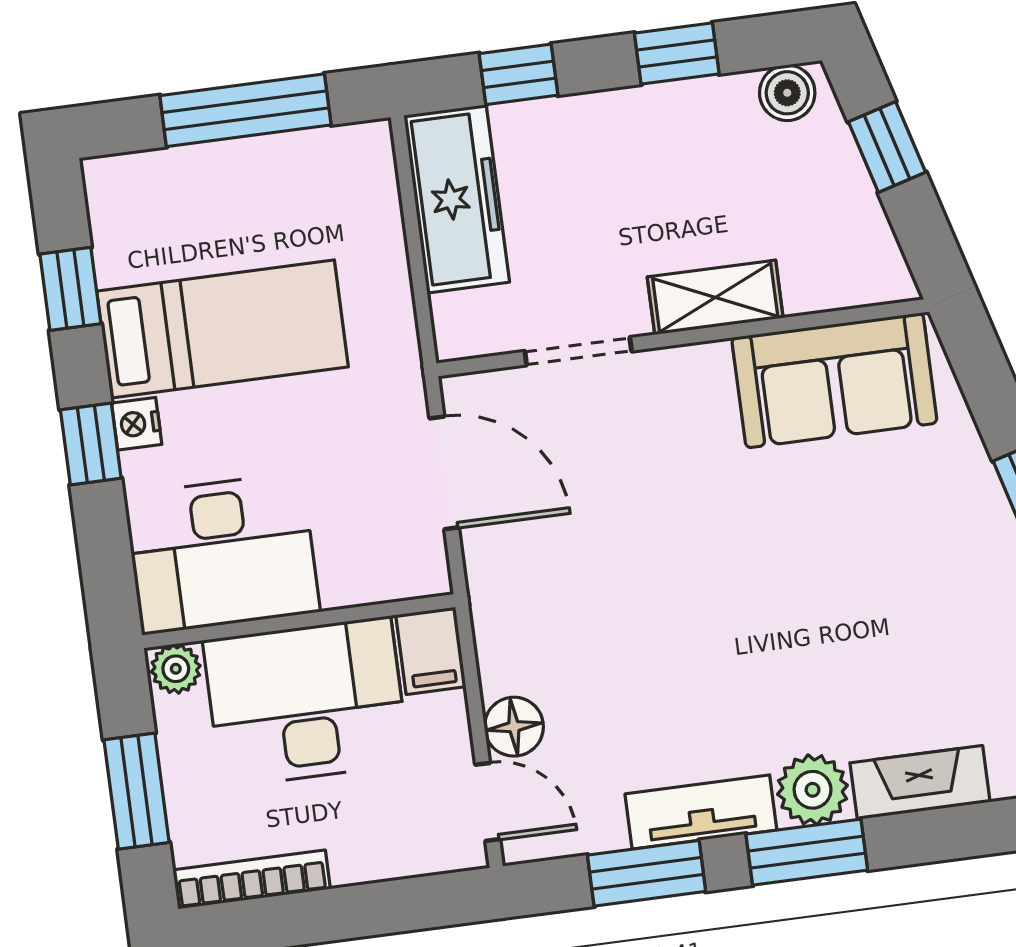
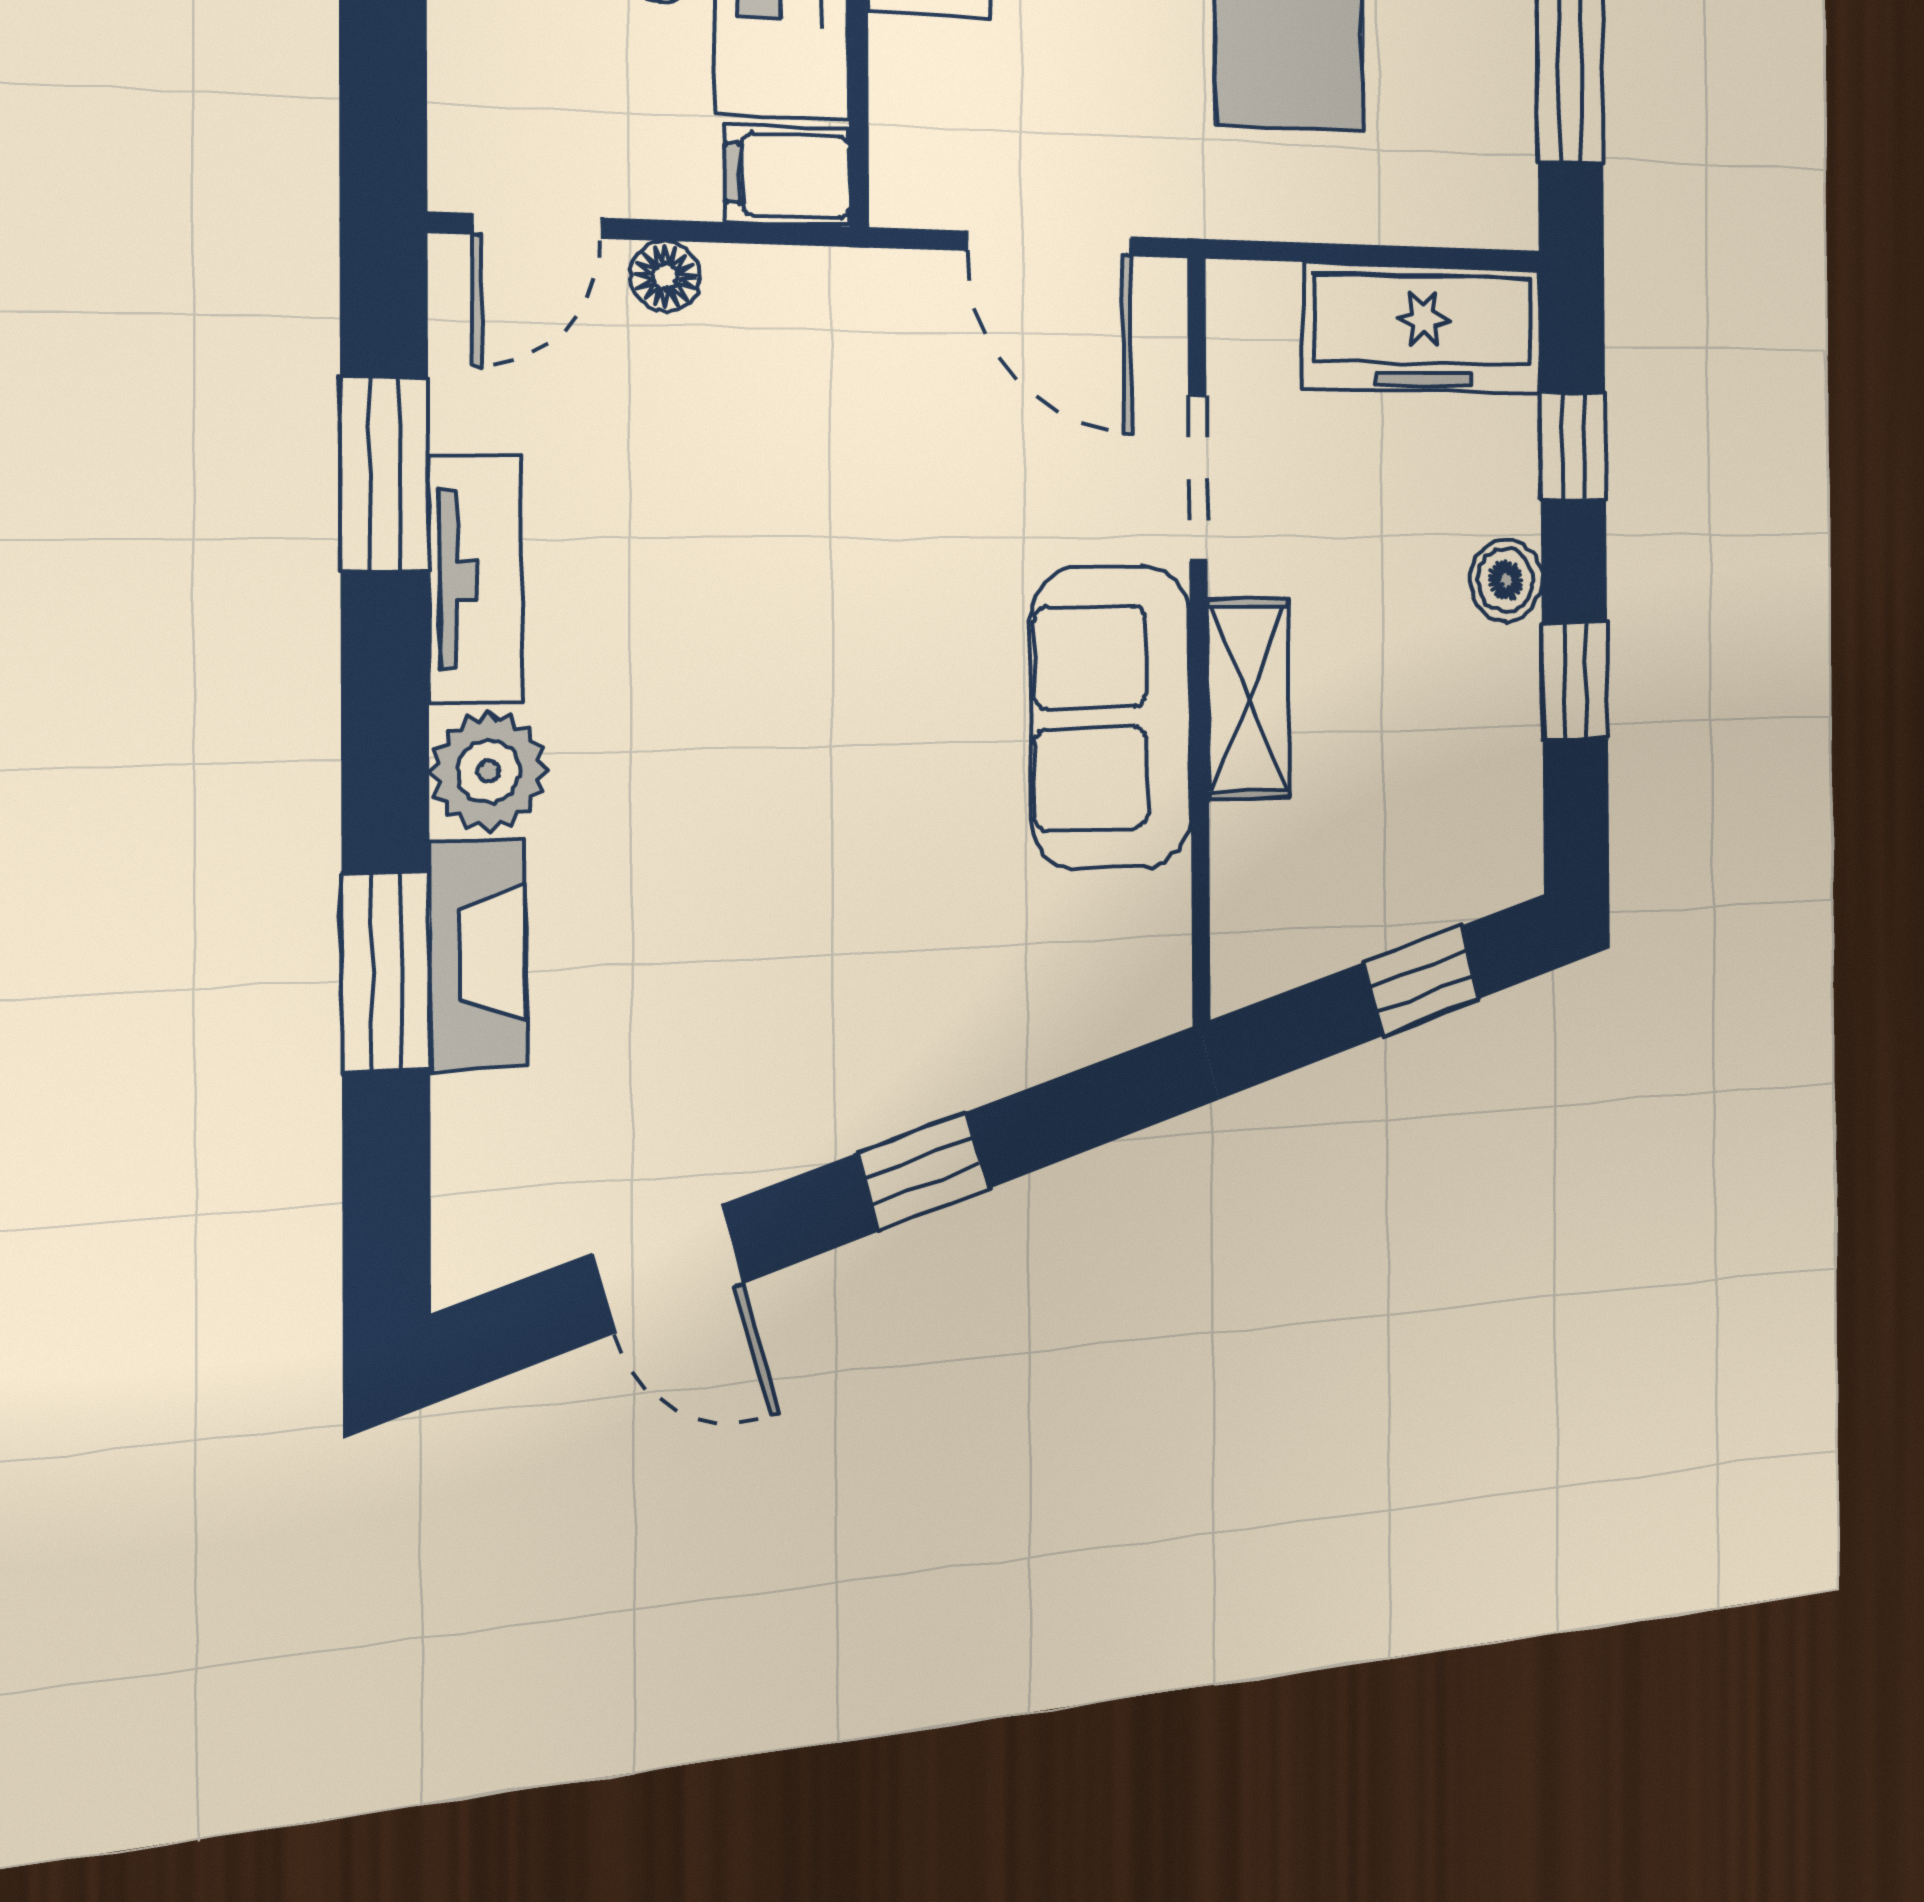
boiler: (787, 93) -> (1506, 580), moved
sofa: (834, 380) -> (1111, 718), moved
door: (444, 473) -> (1049, 244), hinge flipped
floor lamp: (514, 727) -> (665, 277), width x0.73, depth x0.73
window: (807, 852) -> (386, 972), moved

